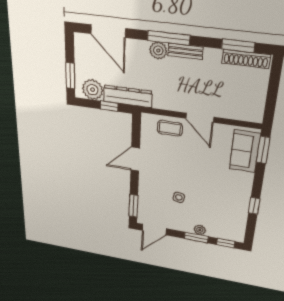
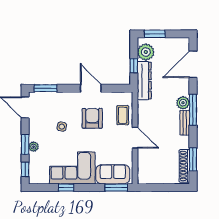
door: (200, 118) -> (135, 138), swing flipped
armchair: (171, 163) -> (92, 118), added
corner sofa: (230, 195) -> (72, 168), added

